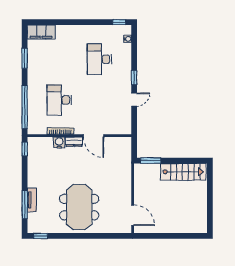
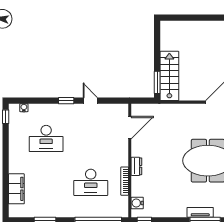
filing cabinet: (41, 32) -> (16, 189), moved
door: (94, 136) -> (130, 128), moved
water cooler: (59, 142) -> (137, 203), moved
stairs: (183, 172) -> (169, 76), moved

